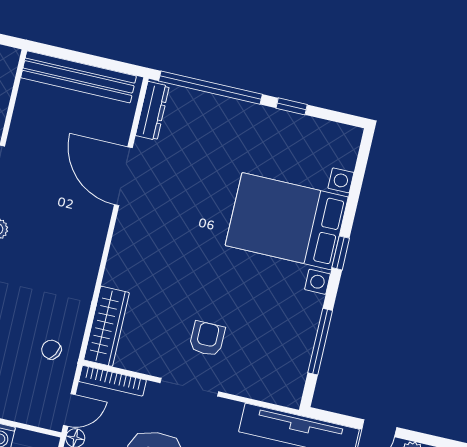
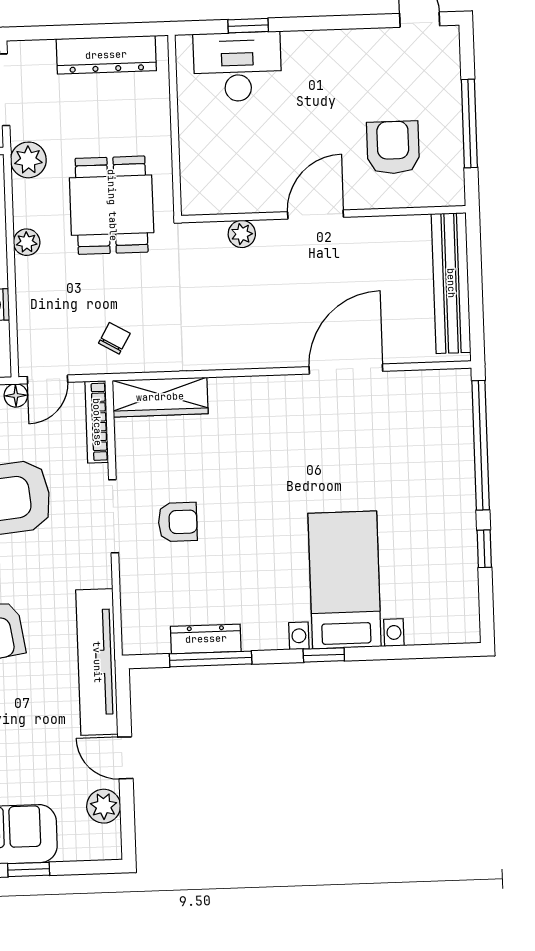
dresser: (152, 111) -> (206, 639), moved, turned 180
bed with nightstands: (287, 221) -> (345, 580), width x0.73
door: (69, 410) -> (48, 379), hinge flipped

